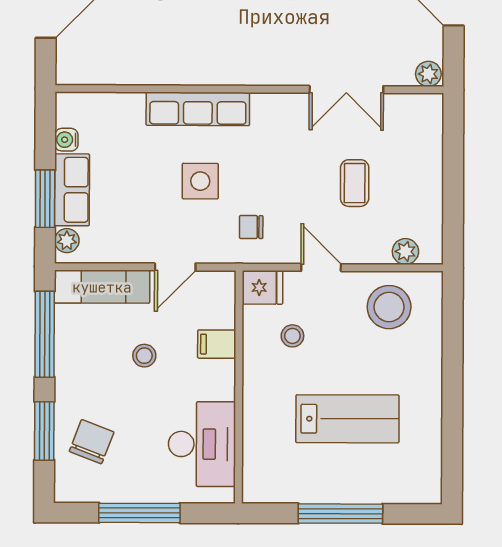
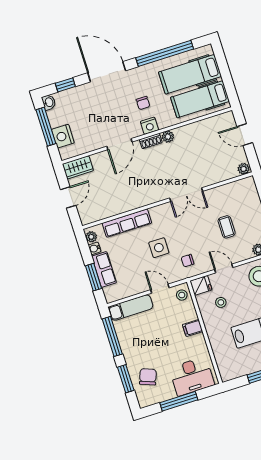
double door: (346, 90) -> (186, 195), moved
row of seats: (198, 109) -> (127, 223), moved
plant: (67, 241) -> (91, 237), moved
door: (175, 267) -> (160, 289), swing flipped
filing cabinet: (217, 344) -> (192, 328), moved
stool: (144, 356) -> (182, 295), moved
desk: (202, 444) -> (192, 376), moved, turned 90

